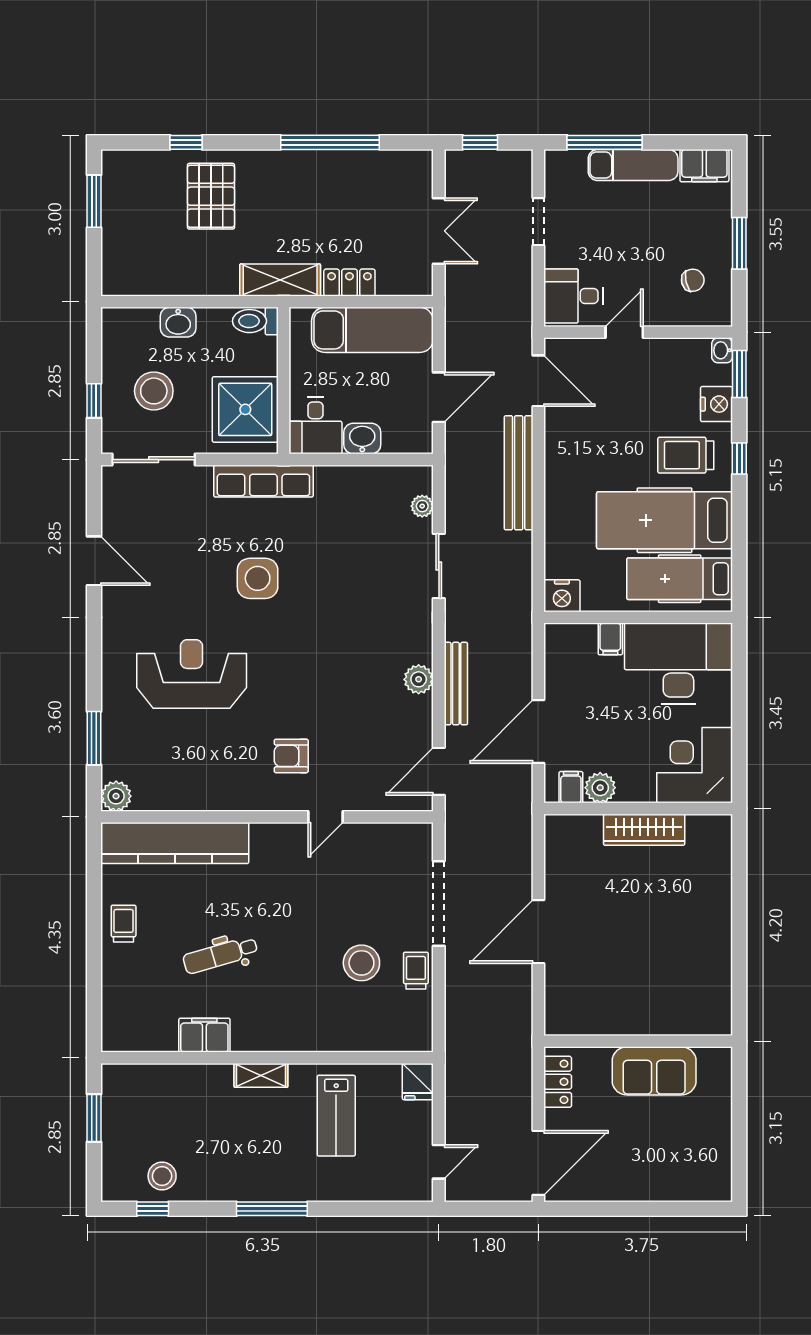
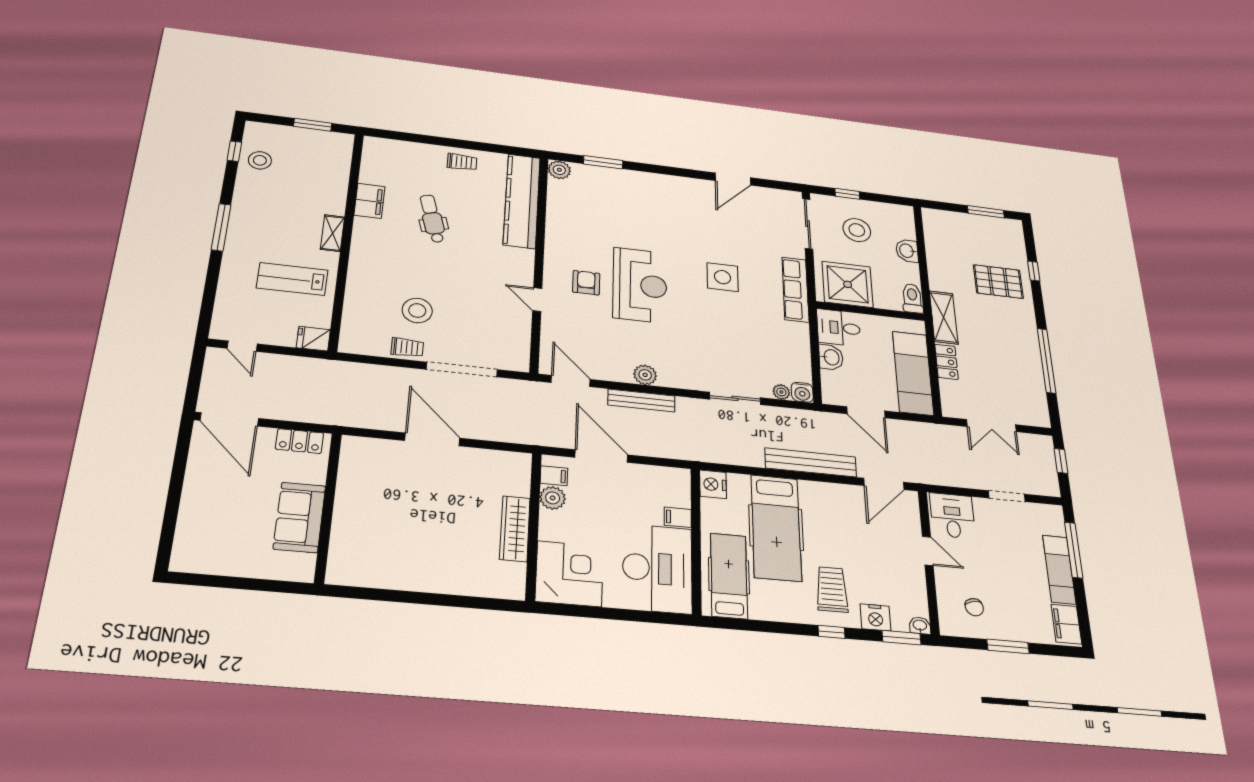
water cooler: (419, 479) -> (802, 392), added
hospital bed: (665, 520) -> (776, 528), moved, turned 180
reception desk: (192, 674) -> (640, 285), moved

